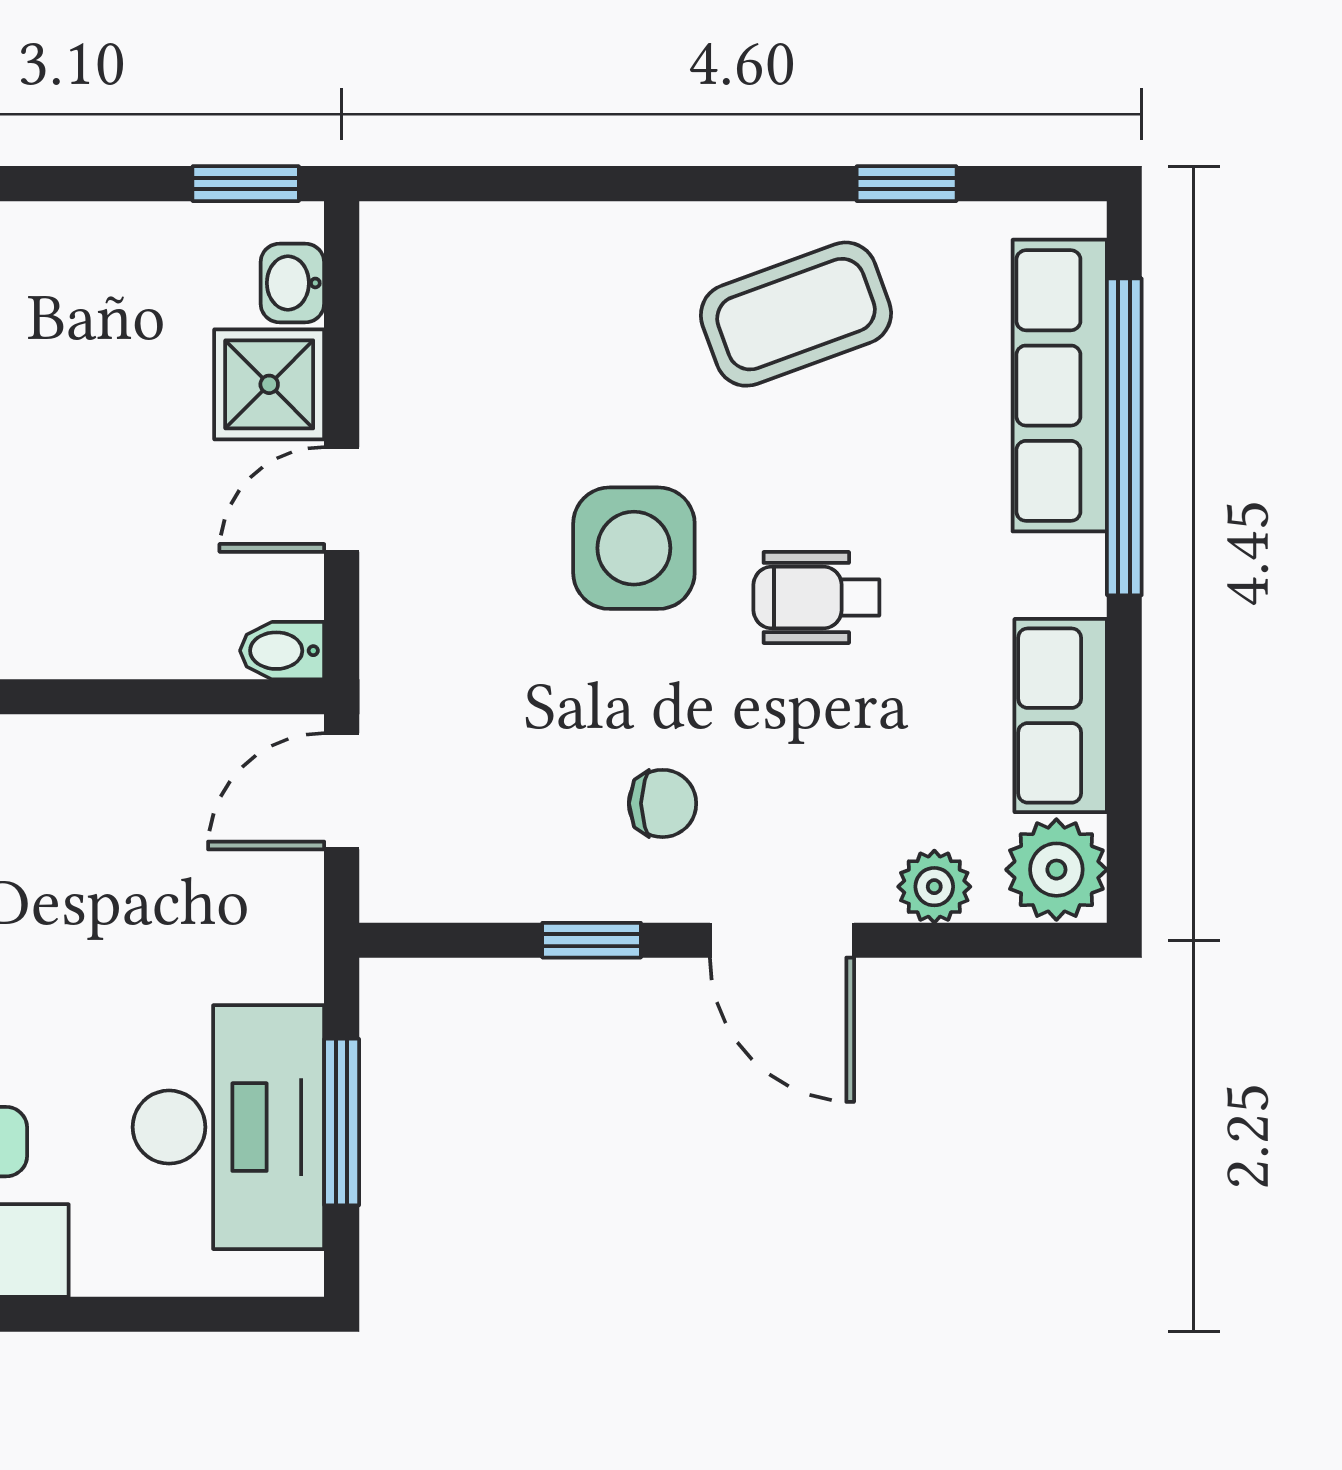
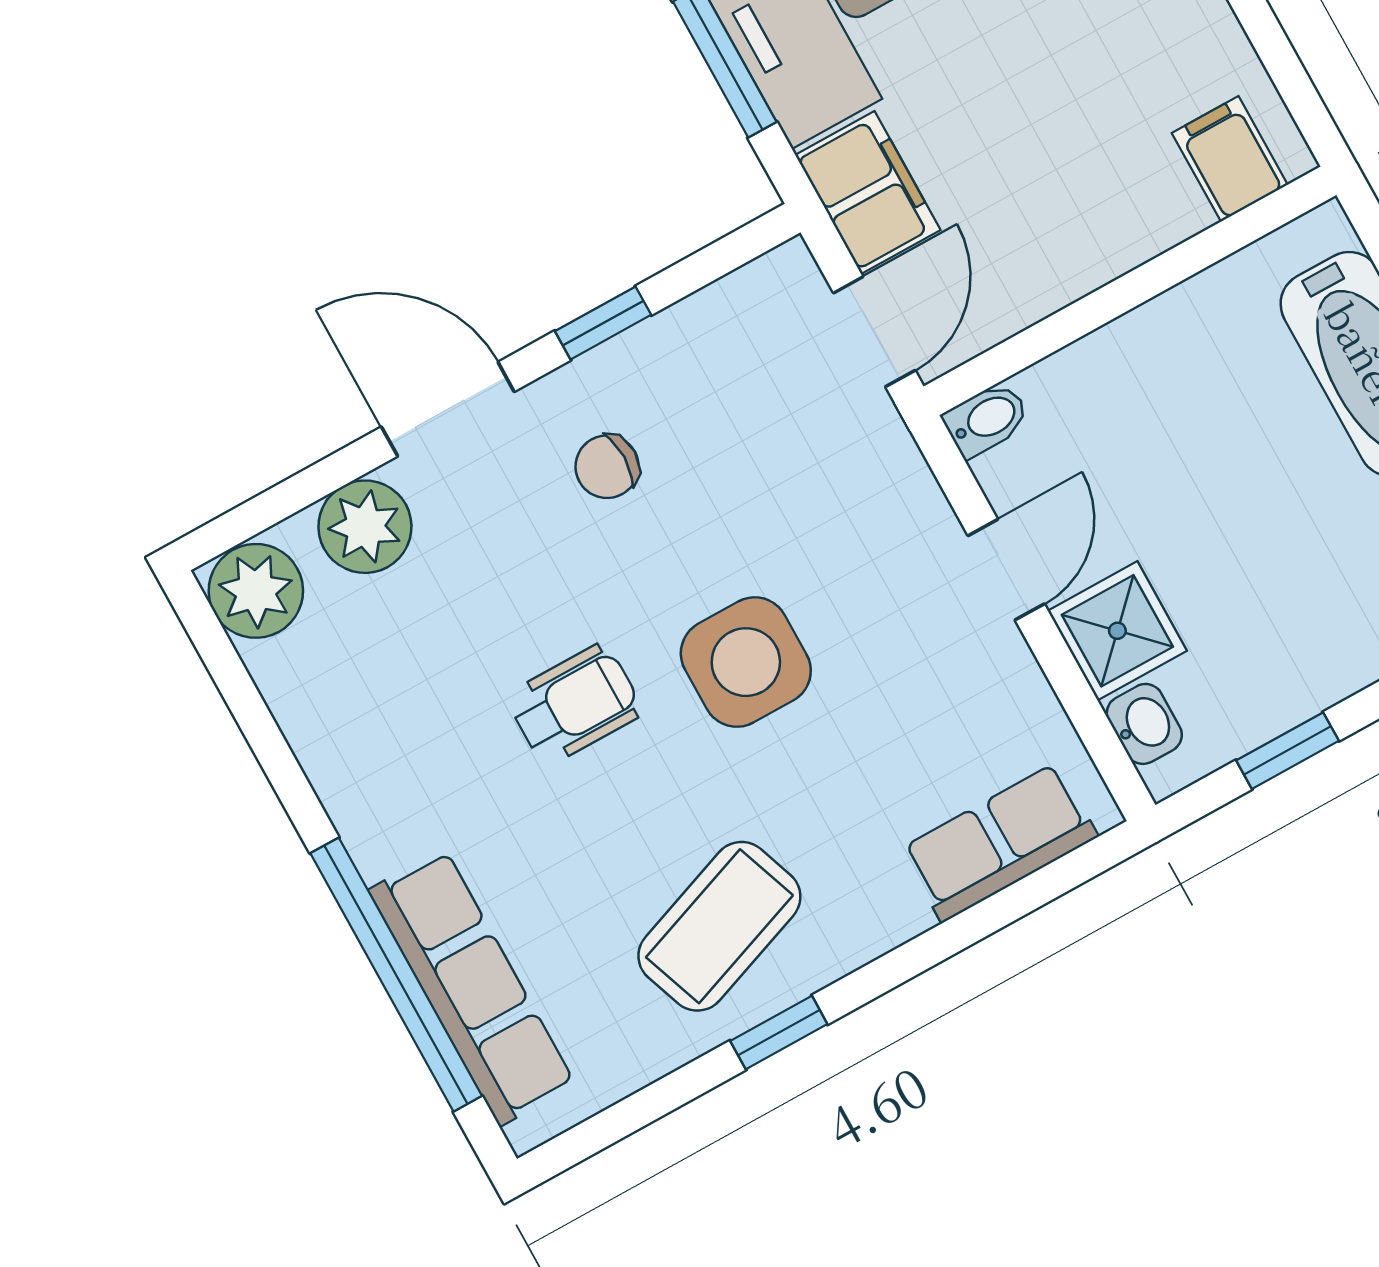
window: (246, 184) -> (1288, 751), moved
window: (907, 184) -> (779, 1033), moved
row of seats: (1061, 716) -> (999, 842), moved, turned -90
plant: (934, 887) -> (365, 527), width x1.38, depth x1.38
filing cabinet: (275, 925) -> (868, 193), added

